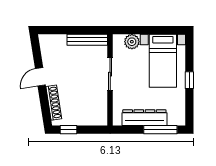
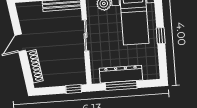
window: (69, 130) -> (74, 89), moved
window: (160, 130) -> (121, 85), moved

